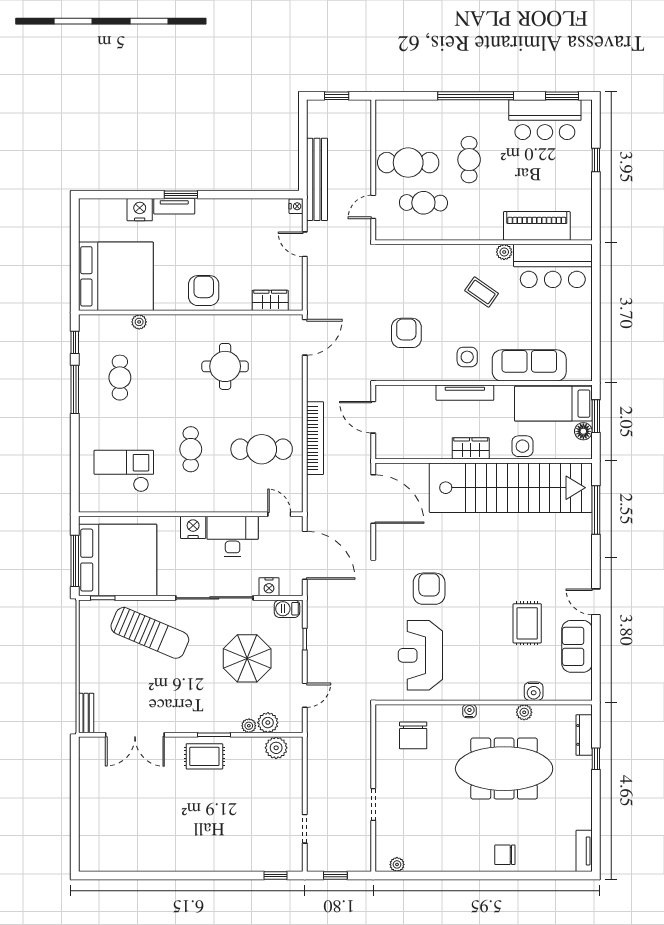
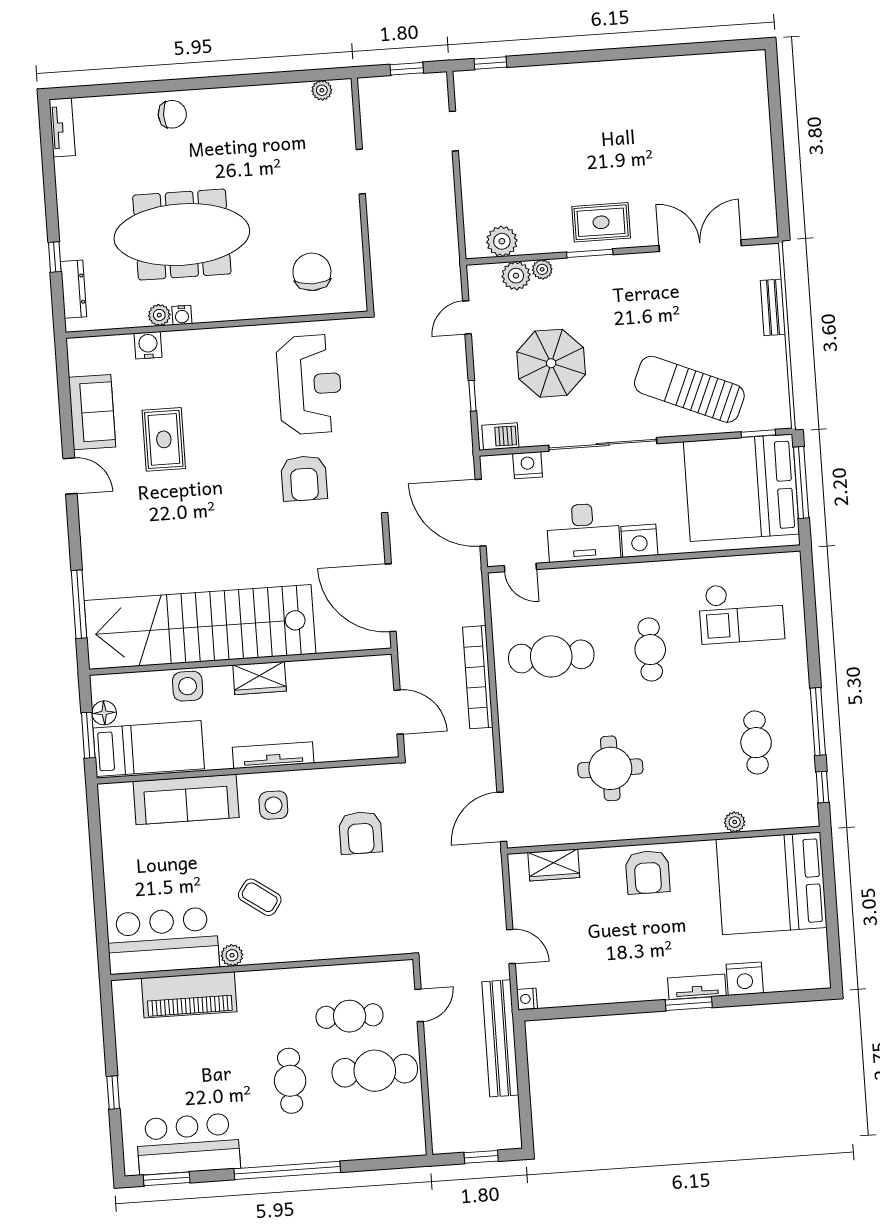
water cooler: (469, 711) -> (182, 315), moved
bench: (86, 713) -> (773, 307), moved

